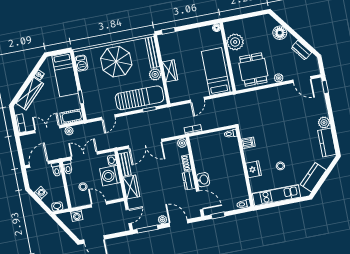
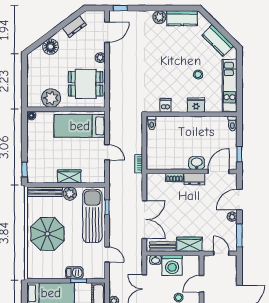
barbecue: (81, 63) -> (74, 273), moved
plant: (182, 143) -> (152, 179), removed

